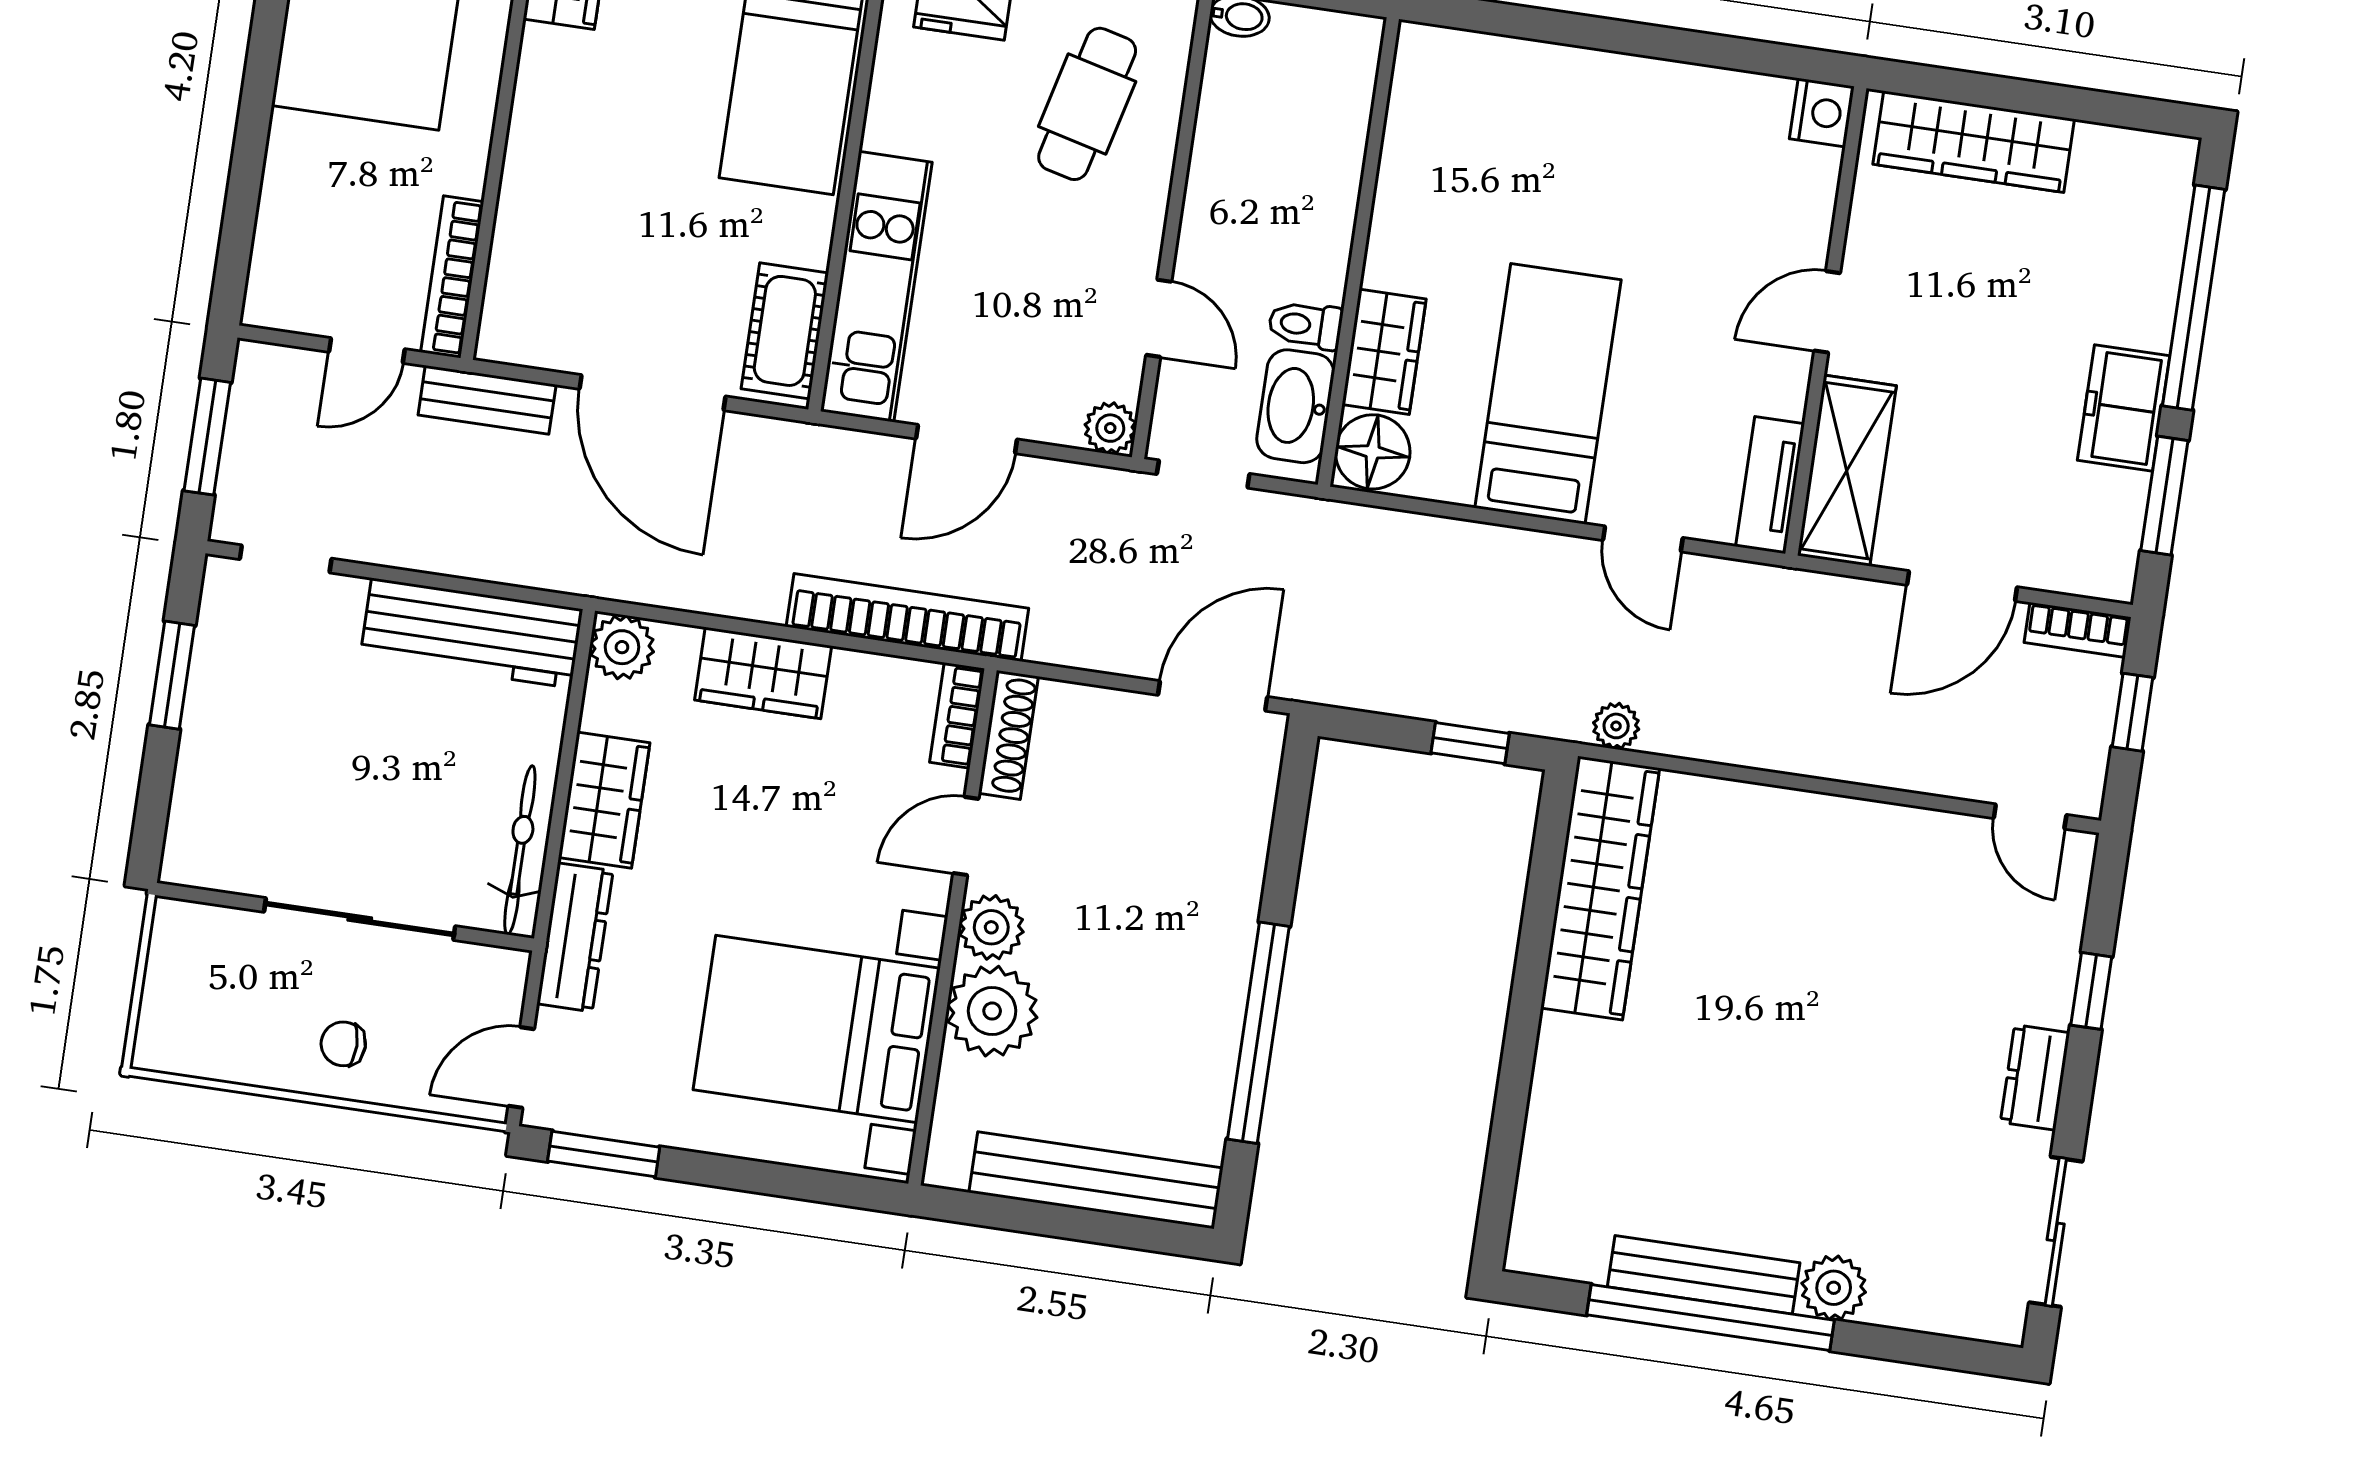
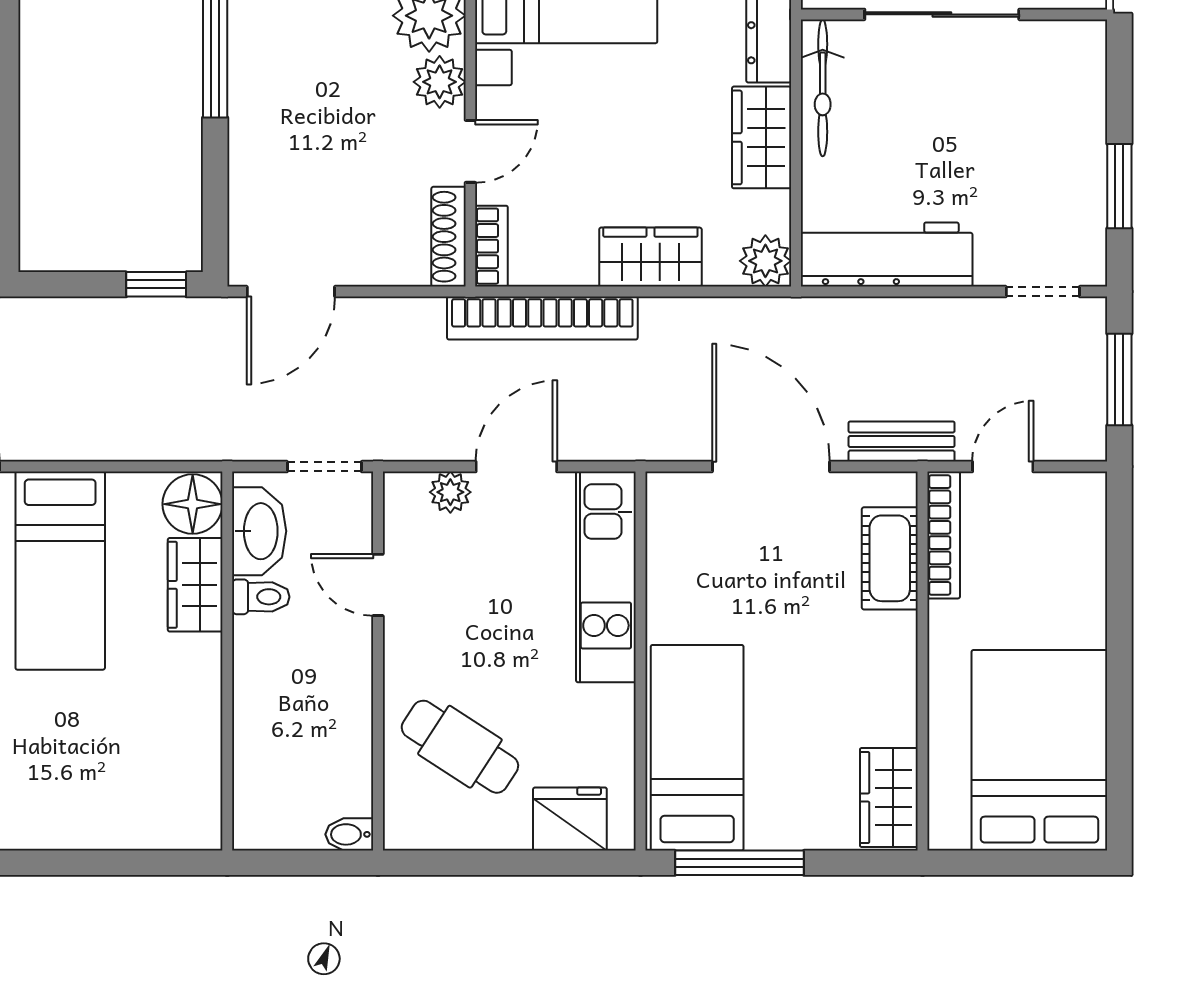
cafe table: (1087, 104) -> (460, 747), turned -71
cot: (785, 331) -> (890, 558), moved
plant: (1110, 428) -> (450, 492), moved
window: (1470, 743) -> (156, 284), moved

